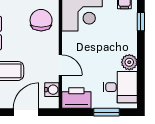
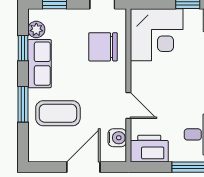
chair: (41, 20) -> (103, 47), turned -90

